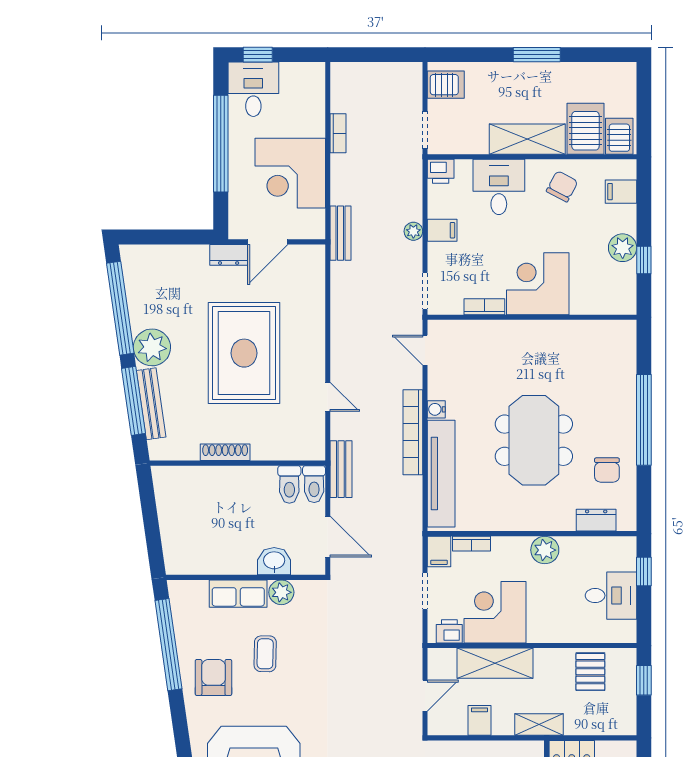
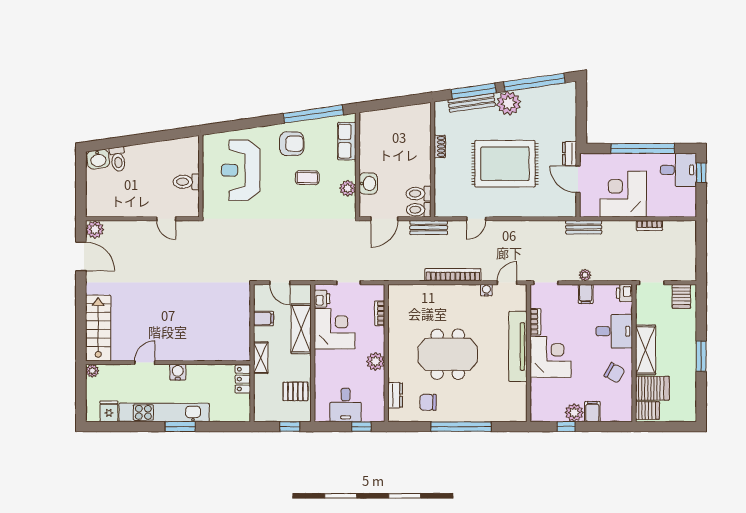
filing cabinet: (621, 192) -> (592, 412), moved
water cooler: (436, 409) -> (486, 290), moved
shoe rack: (225, 452) -> (440, 146), width x0.70
tv unit: (441, 474) -> (518, 346), moved, turned 90
filing cabinet: (439, 552) -> (374, 292), removed
row of seats: (238, 594) -> (347, 141), moved

